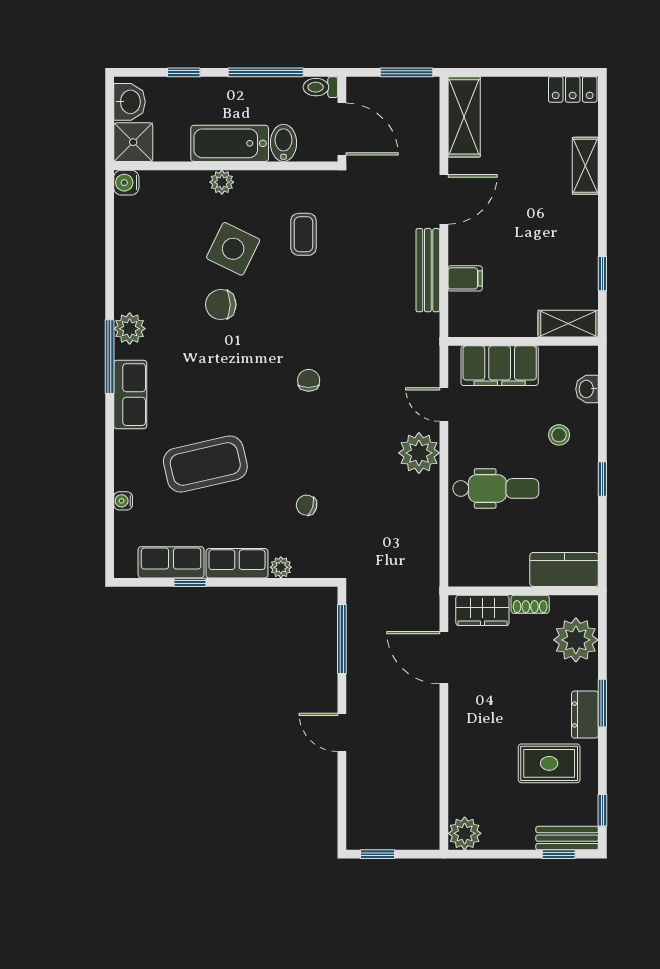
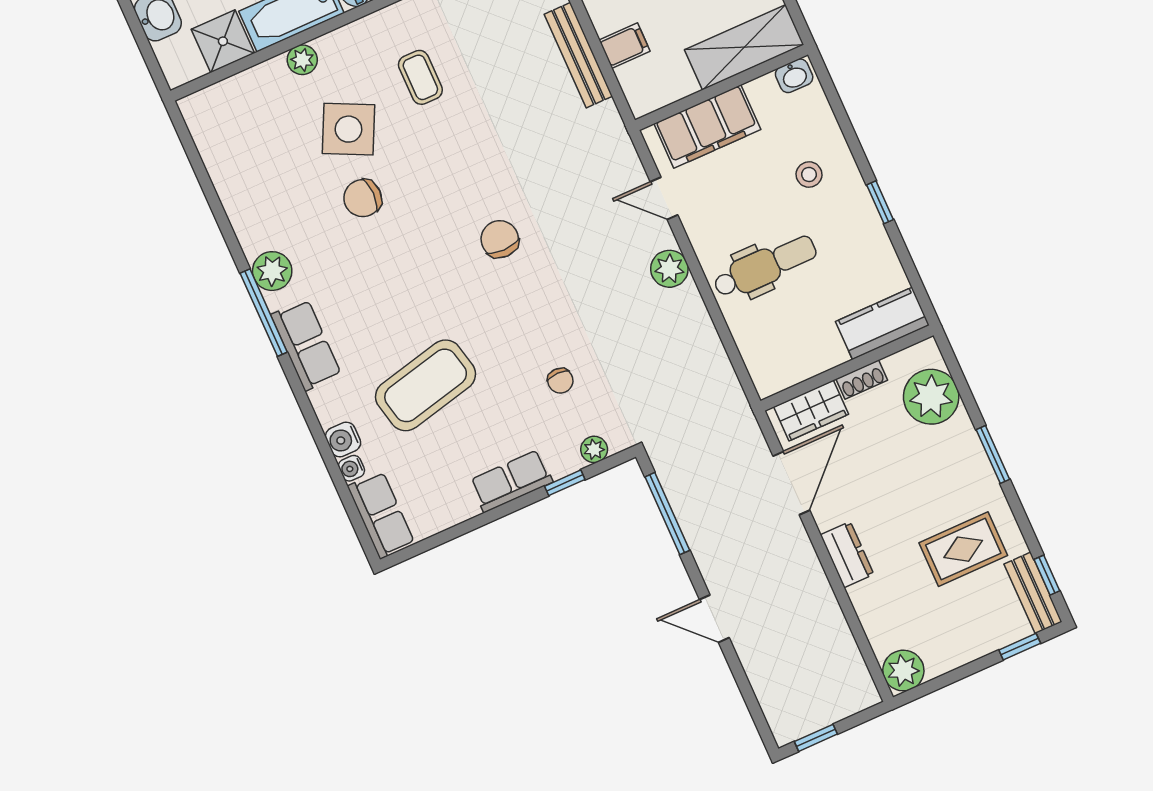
shower: (133, 142) -> (223, 41), moved
water cooler: (126, 183) -> (343, 439), moved
shelving: (568, 324) -> (744, 47), width x1.50, depth x1.33
chair: (309, 380) -> (500, 239), width x1.37, depth x1.37
washbasin: (587, 389) -> (794, 76), moved, turned -90
plant: (419, 453) -> (669, 269), width x0.73, depth x0.73
chair: (307, 505) -> (560, 381), turned -106
row of seats: (171, 562) -> (381, 515), moved, turned 90
plant: (281, 567) -> (594, 449), moved
window: (190, 582) -> (565, 483), moved
door: (444, 658) -> (791, 483), swing flipped
dresser: (585, 715) -> (847, 555), moved, turned 180
bench: (567, 838) -> (1033, 593), moved, turned 90

